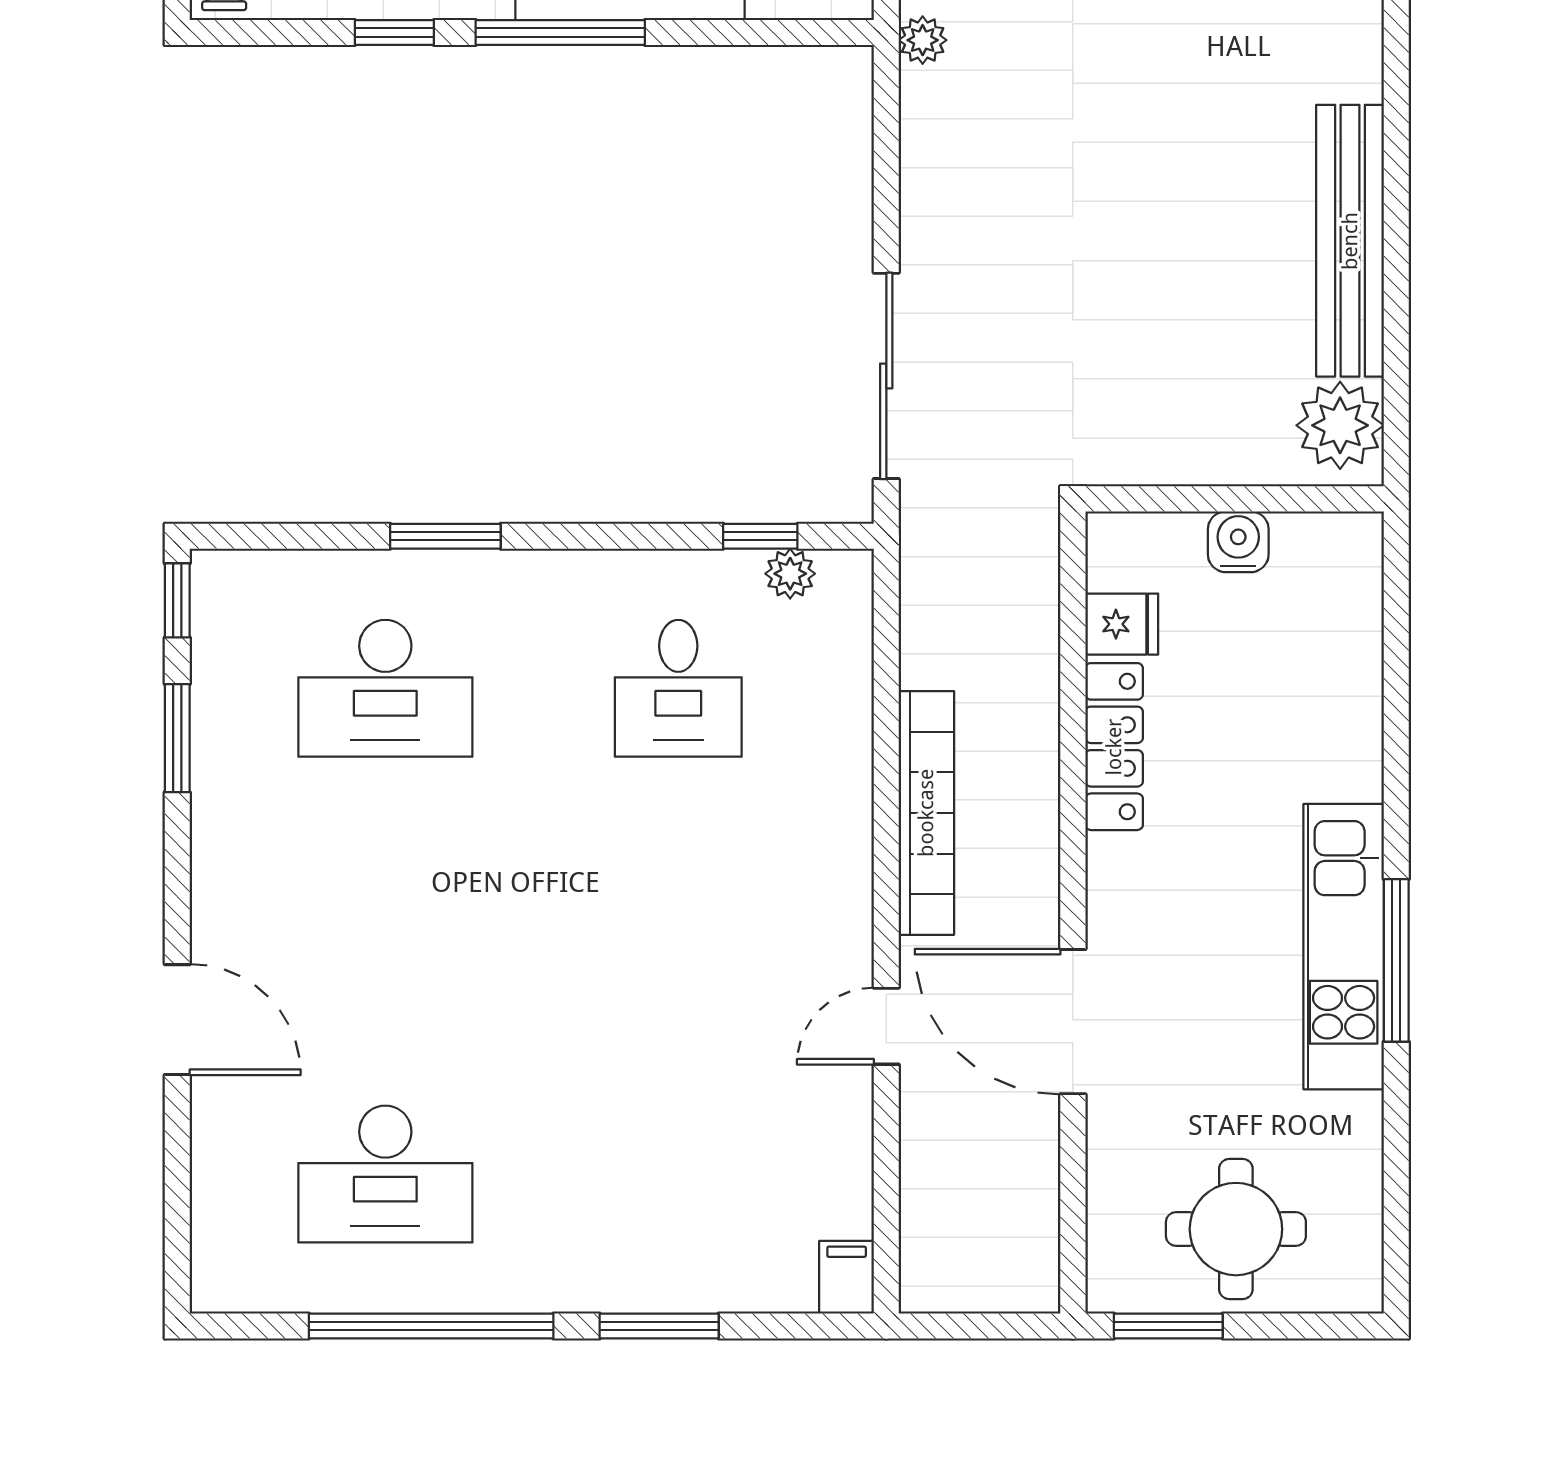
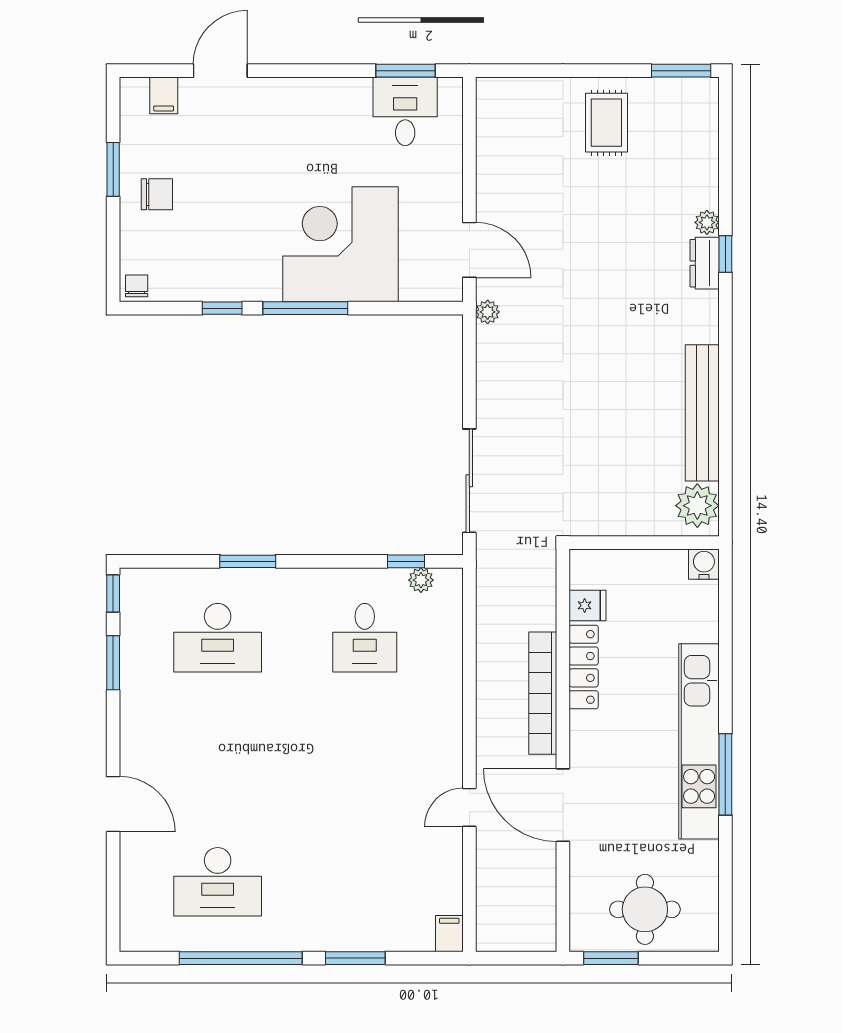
water cooler: (1238, 542) -> (704, 564), moved
bookcase: (926, 813) -> (543, 693), moved, turned 180
kitchen unit: (1344, 947) -> (699, 741), width x1.36

